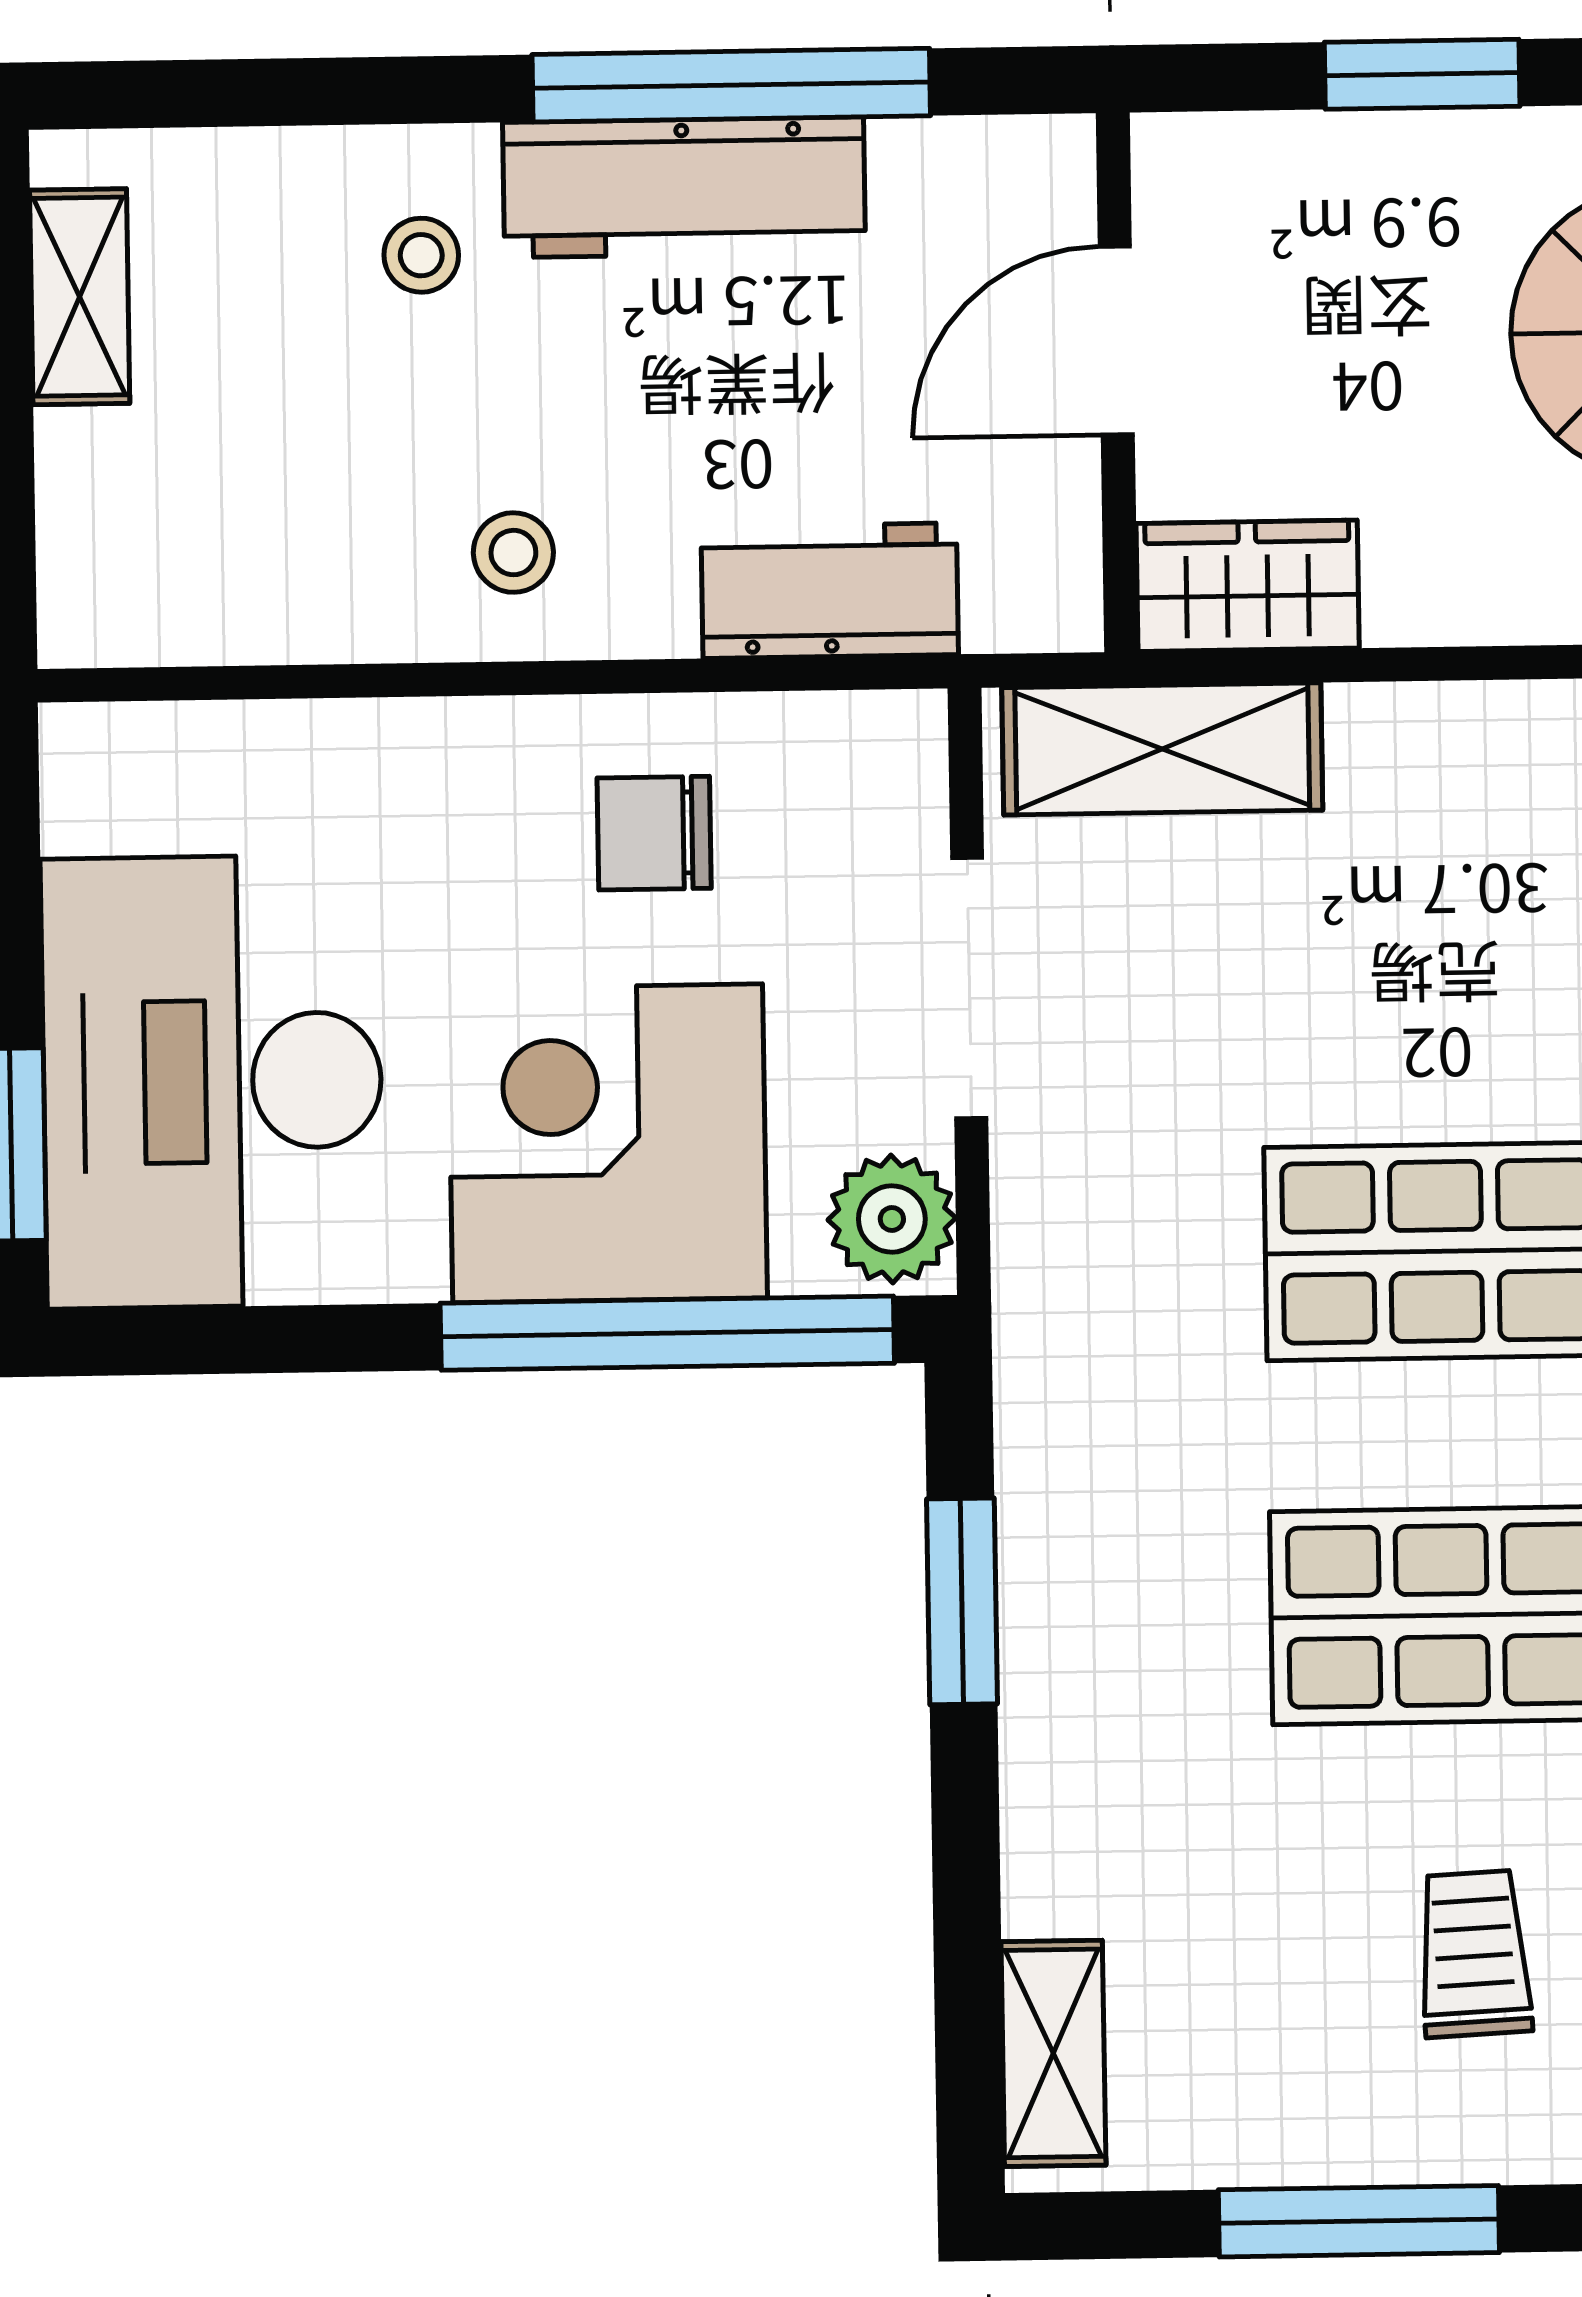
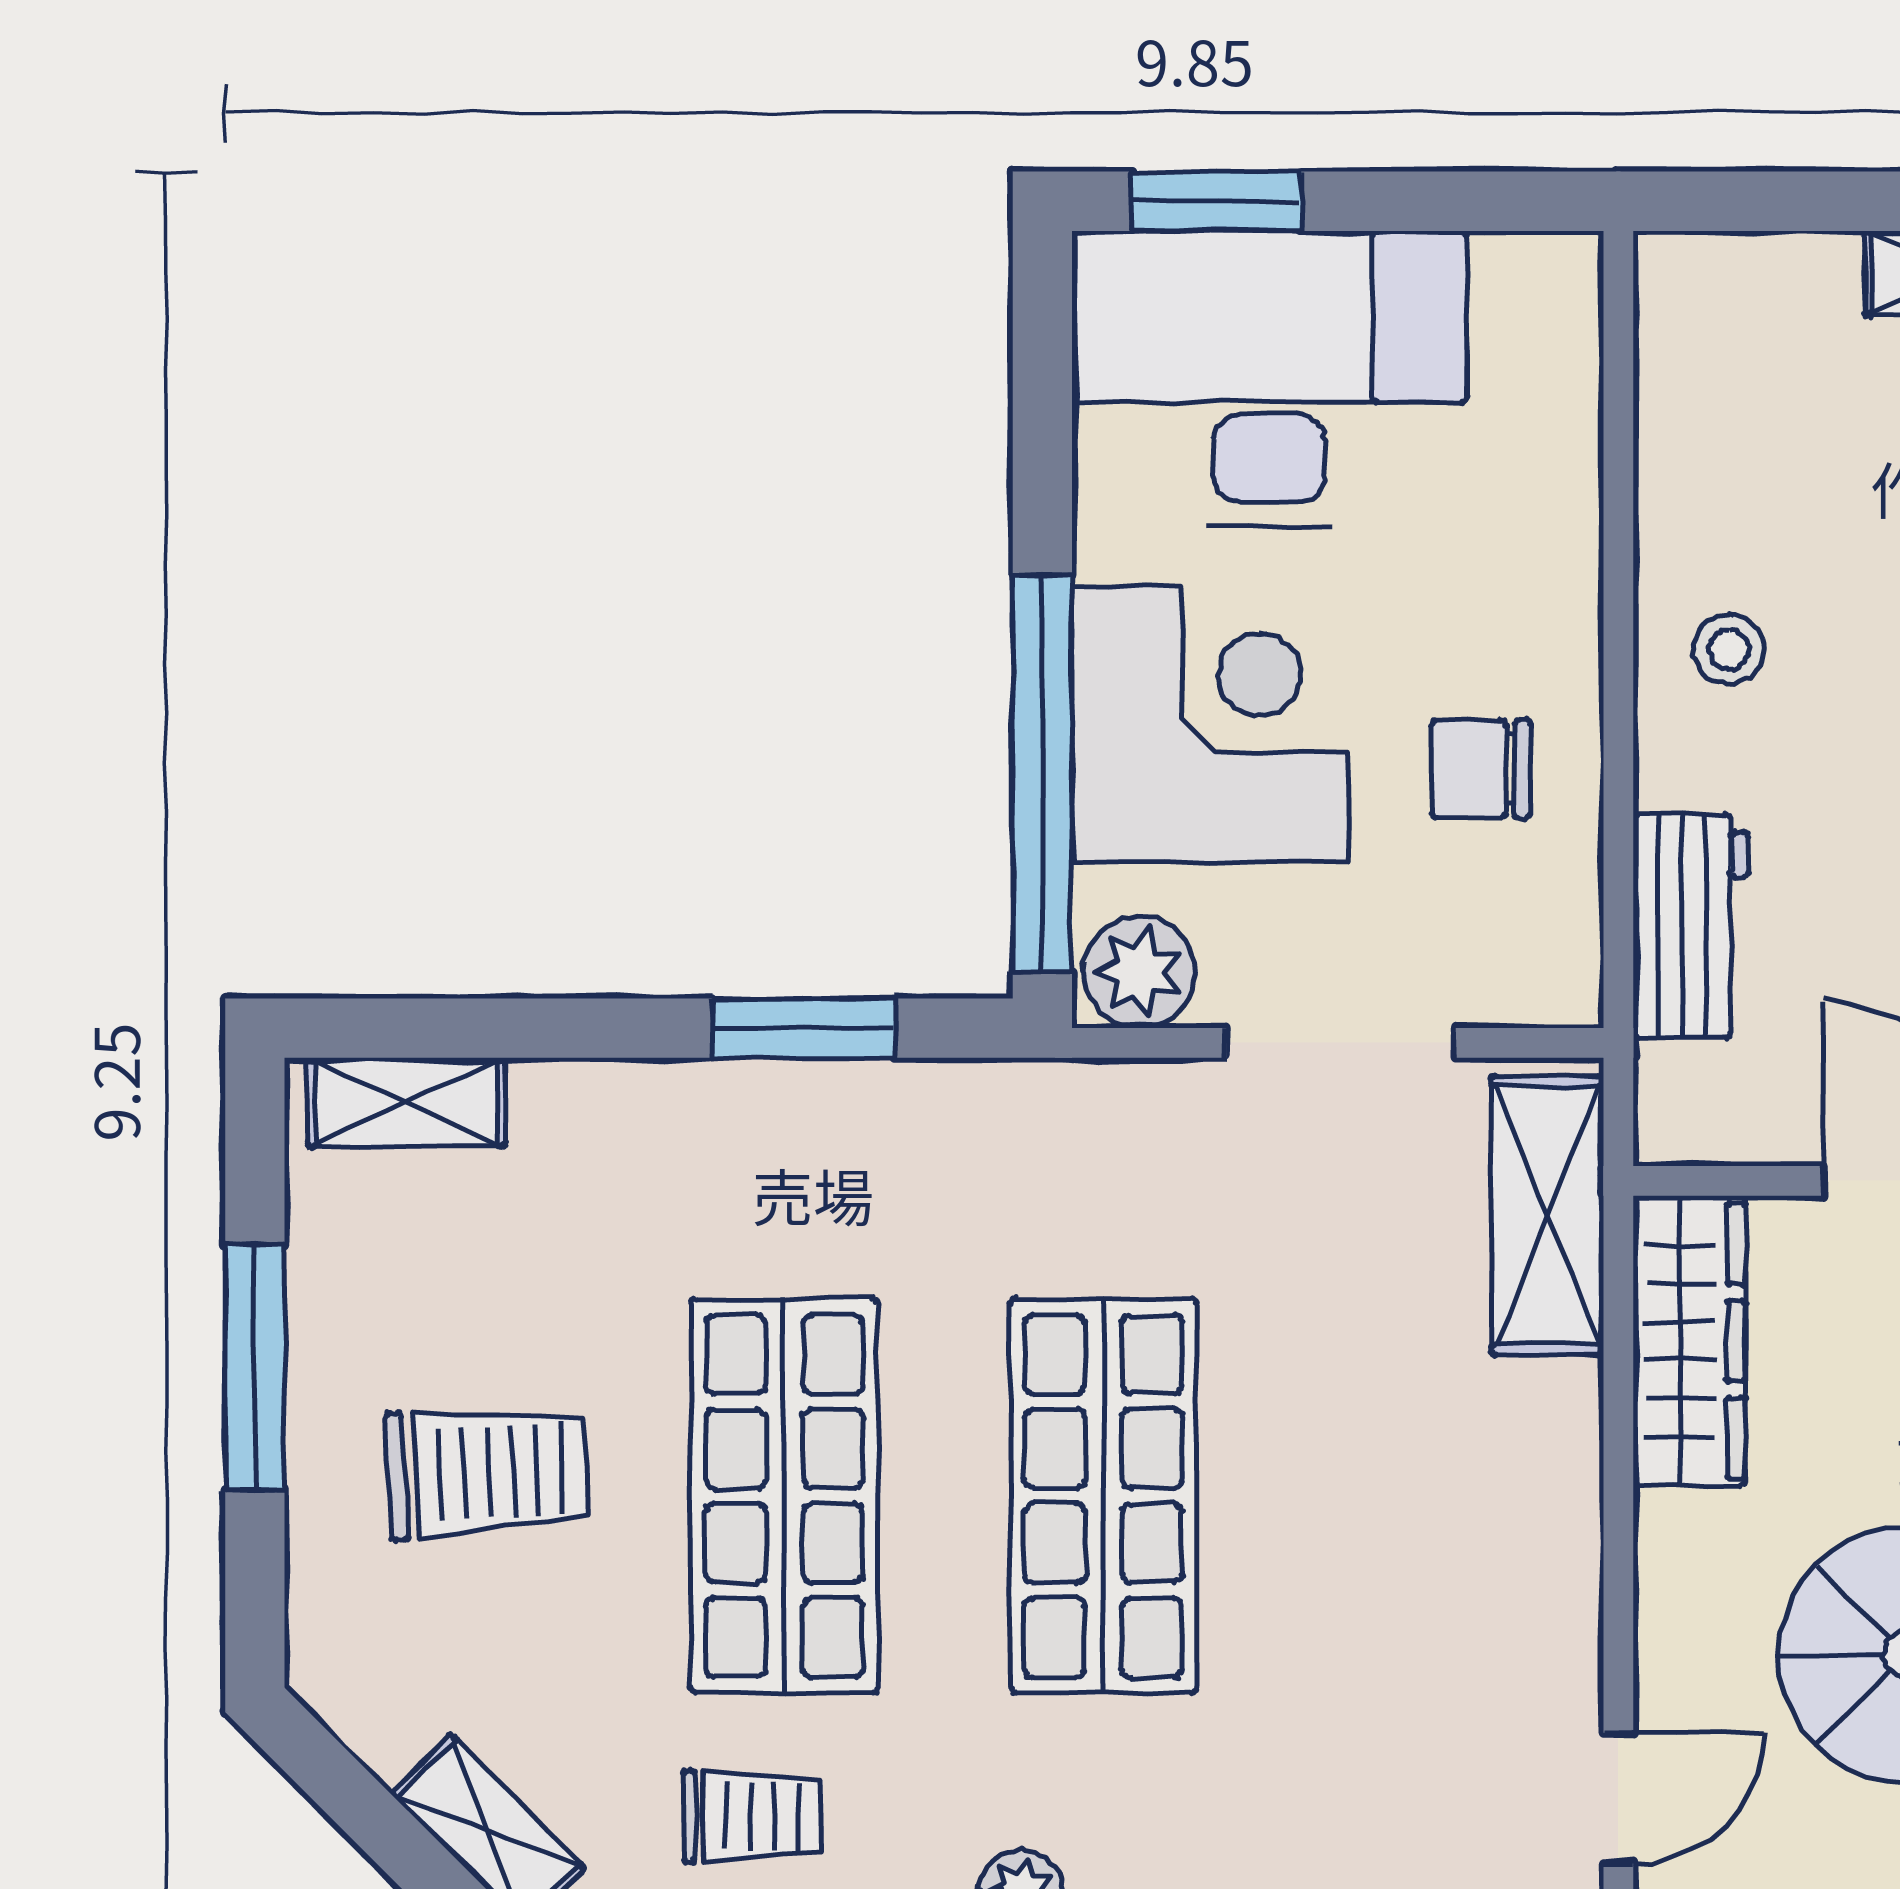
wardrobe: (1248, 586) -> (1689, 1341), width x1.50
chair: (654, 833) -> (1481, 769), turned -90
trolley: (1474, 1954) -> (488, 1472), width x1.36, depth x1.39

